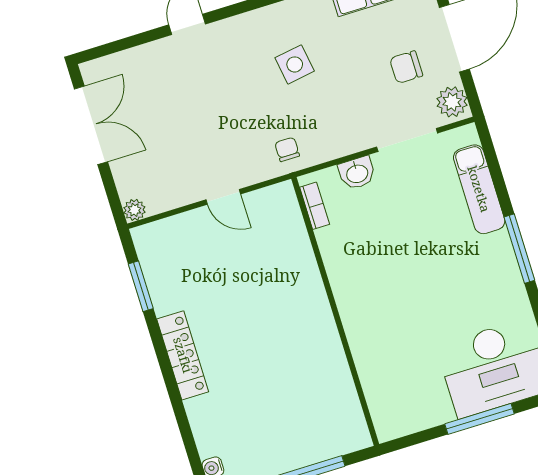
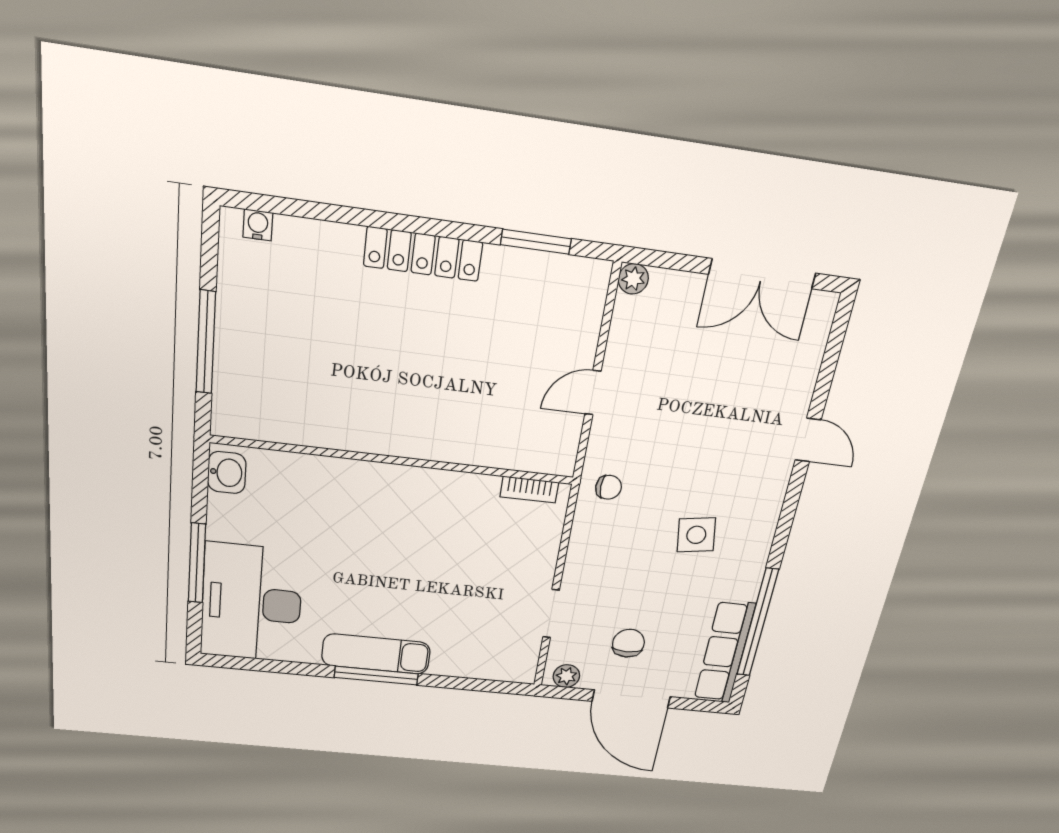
plant: (452, 102) -> (566, 676), width x0.73, depth x0.73
doorway: (407, 140) -> (551, 614), width x0.73
washbasin: (357, 173) -> (227, 473), moved, turned 180
exam couch: (479, 189) -> (376, 654), moved

